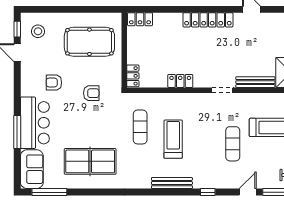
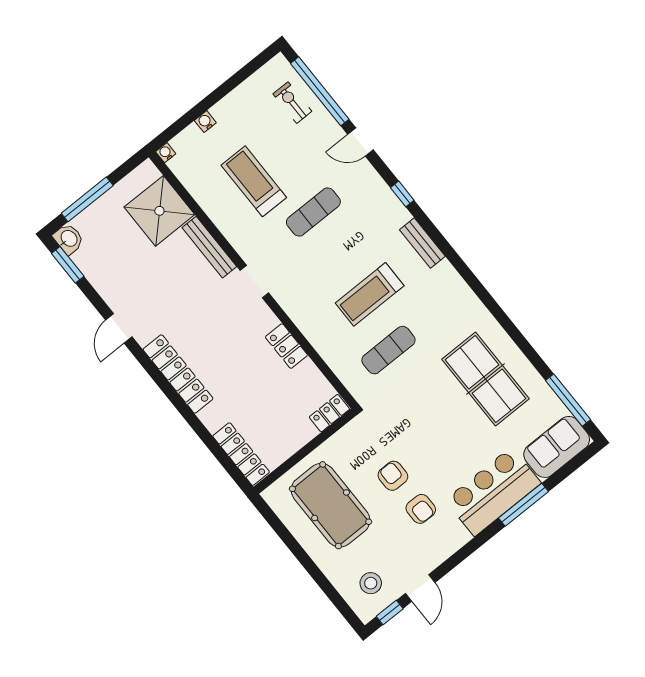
locker: (140, 19) -> (241, 454), width x1.53
armchair: (91, 93) -> (393, 476), moved
bench: (172, 183) -> (422, 243), width x0.73

